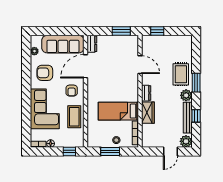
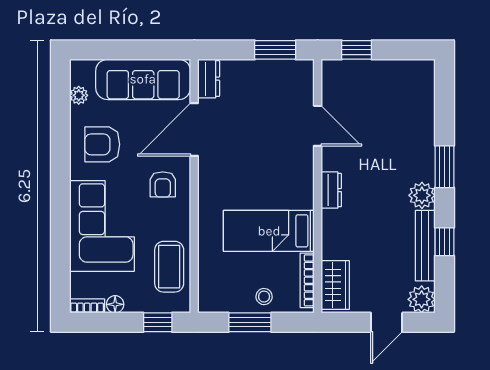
rug: (181, 74) -> (410, 148), removed
wardrobe: (148, 113) -> (335, 285), moved
coffee table: (74, 117) -> (169, 267), moved

